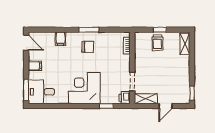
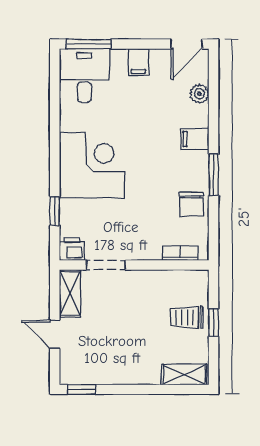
plant: (50, 36) -> (199, 94), added
filing cabinet: (61, 39) -> (195, 139), moved
chair: (88, 47) -> (191, 204), moved

